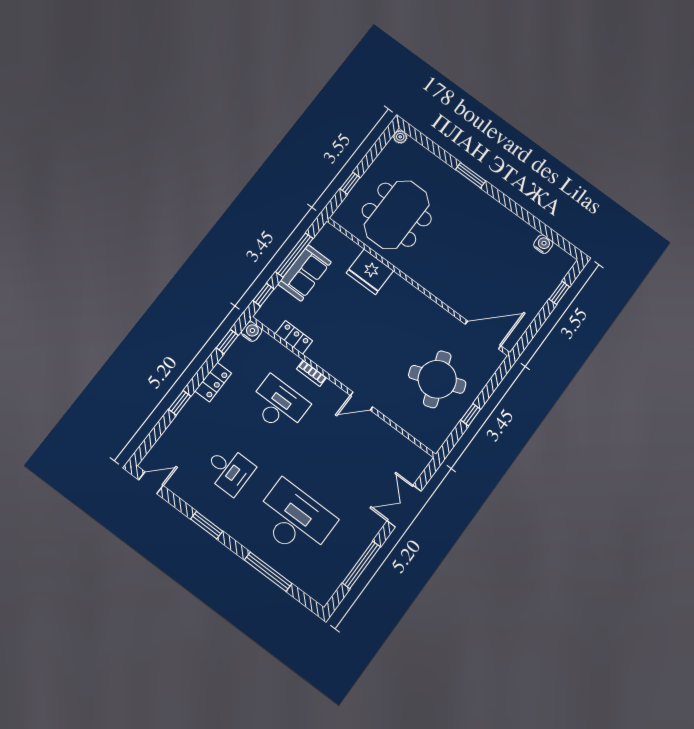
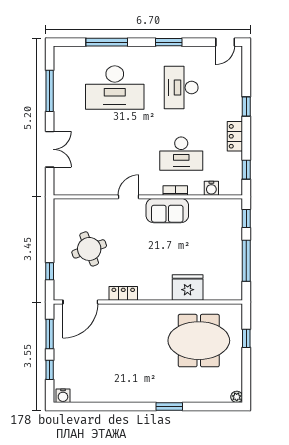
meeting table: (397, 215) -> (199, 341), turned 90
water cooler: (543, 244) -> (63, 396), moved
sofa: (305, 273) -> (167, 211), moved, turned -90
window: (535, 327) -> (50, 334), added
water cooler: (252, 332) -> (211, 188), moved
locker: (294, 337) -> (123, 293), moved, turned 180
round table: (437, 379) -> (89, 249), width x0.73, depth x0.73
window: (471, 415) -> (50, 271), moved
desk: (229, 470) -> (181, 88), width x1.37

